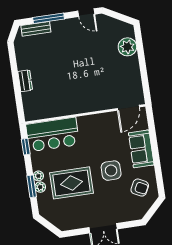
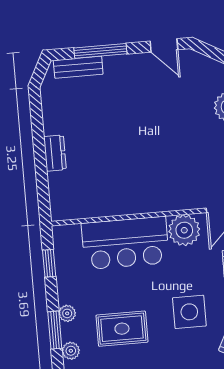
plant: (105, 122) -> (184, 230), added
bar counter: (53, 134) -> (125, 243), moved
rug: (72, 183) -> (122, 329), width x0.73, depth x0.70
plant: (40, 187) -> (71, 351), moved

